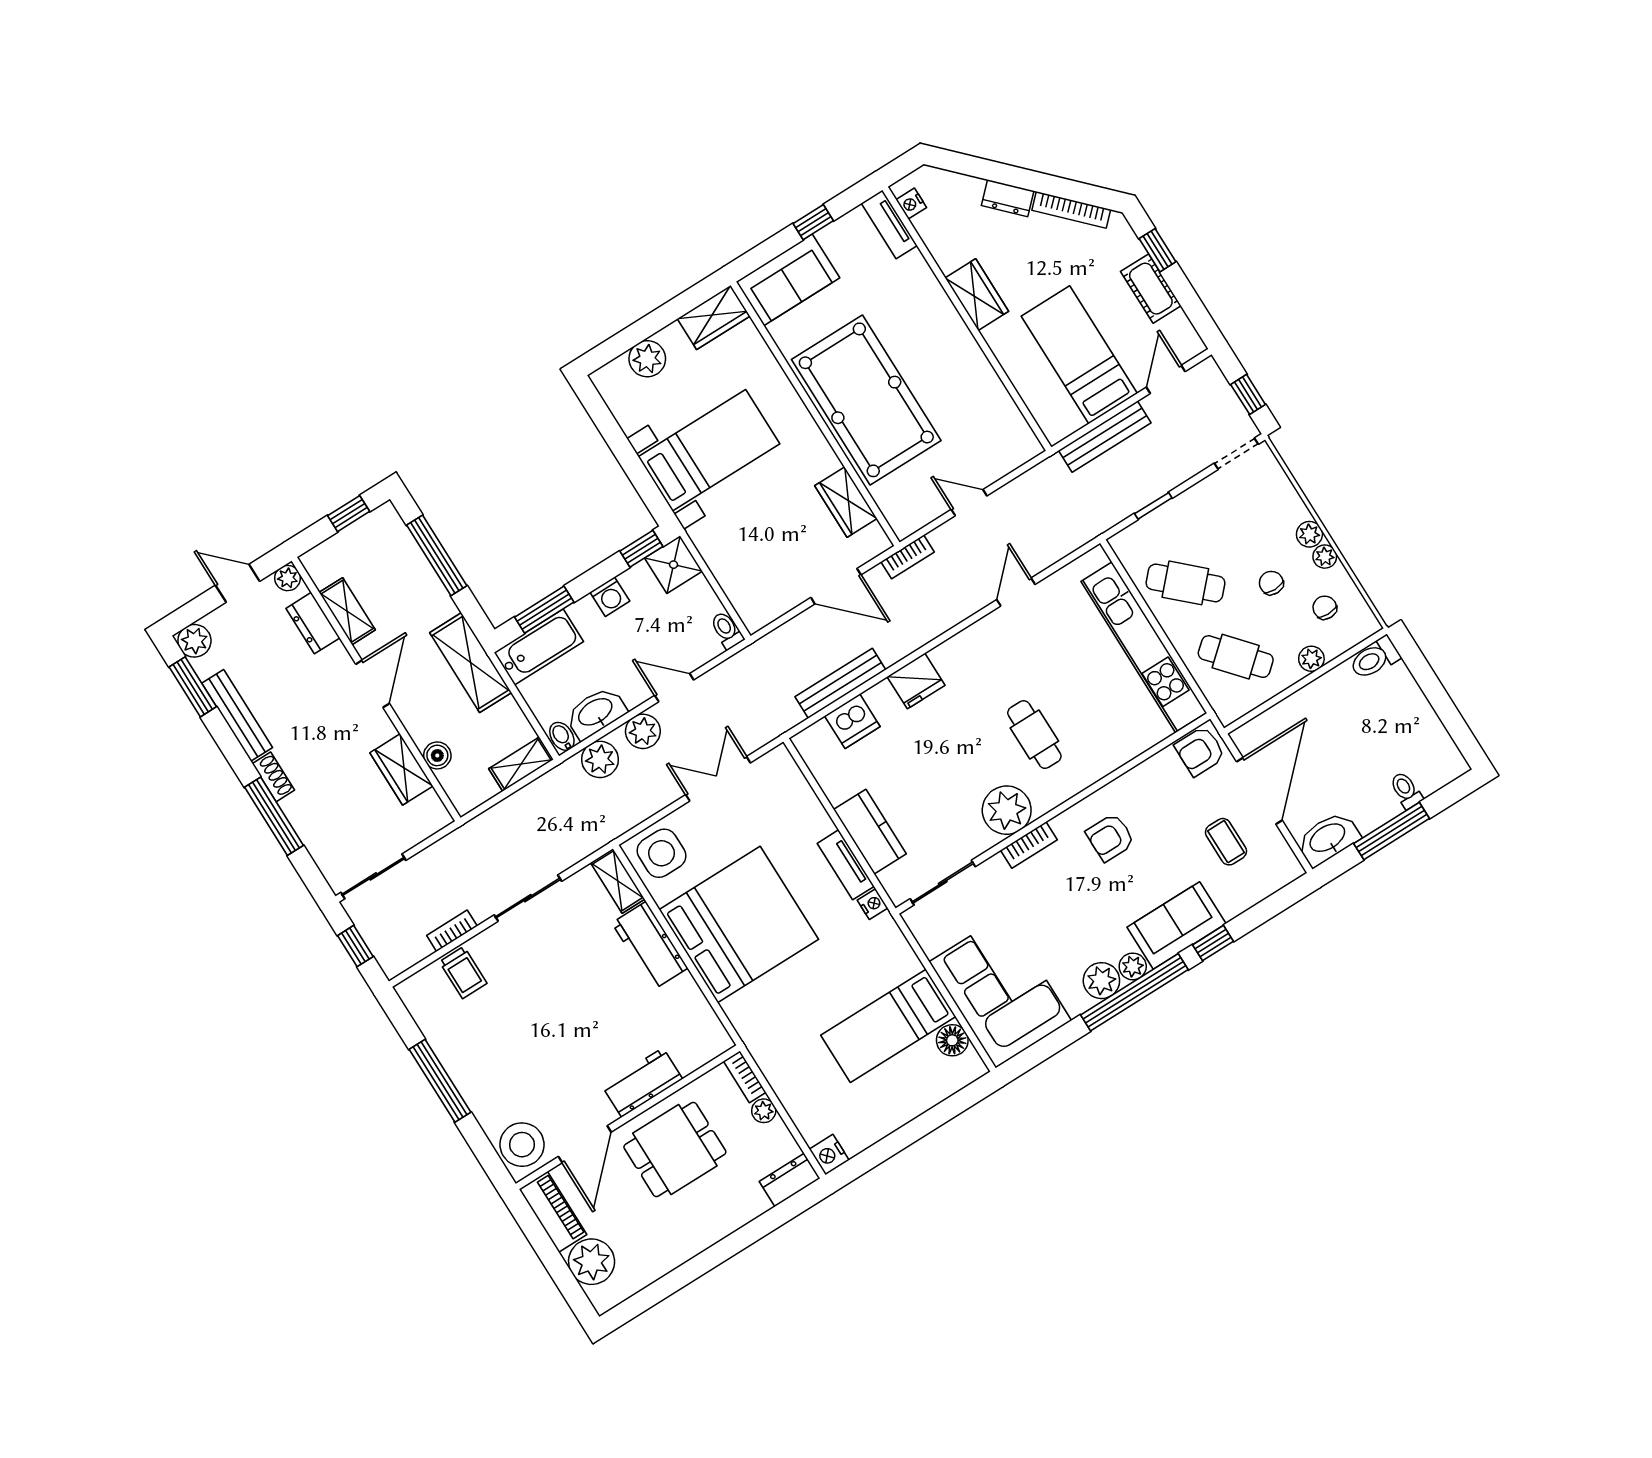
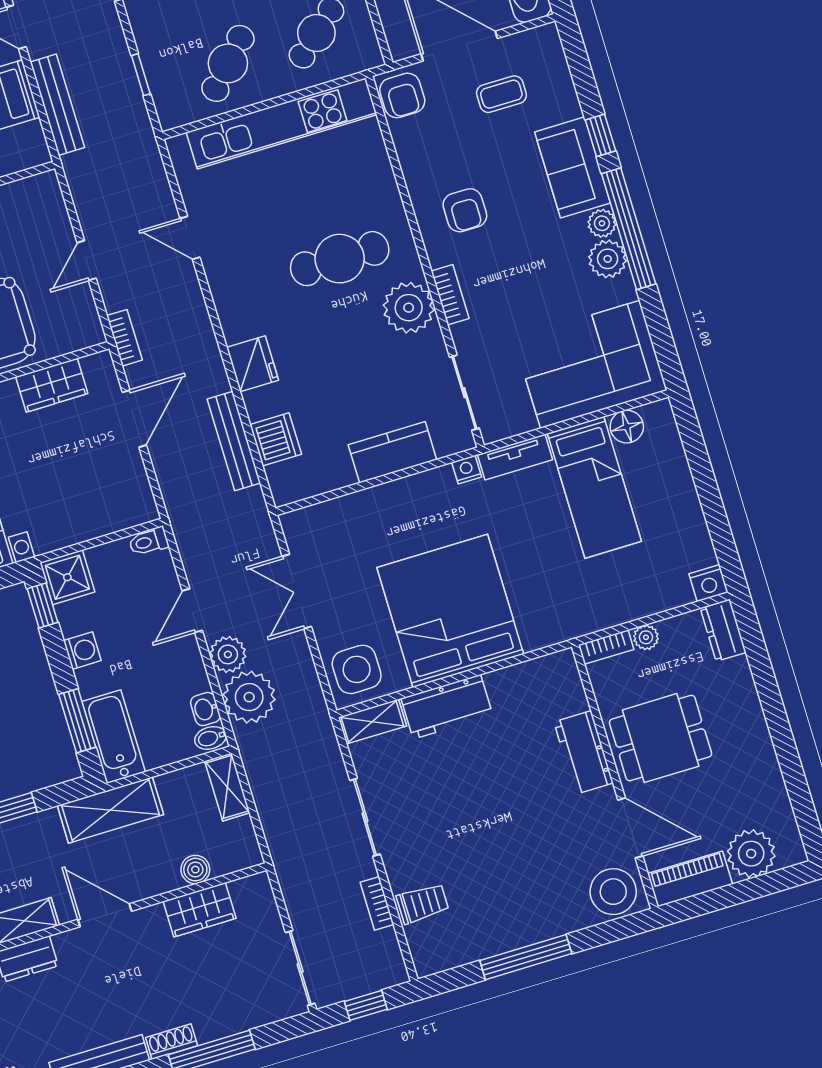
washbasin: (596, 713) -> (205, 709), width x0.52, depth x0.69
cafe table: (1034, 735) -> (340, 259), width x1.37, depth x1.35
plant: (600, 759) -> (249, 697), width x1.36, depth x1.36
tv unit: (846, 865) -> (515, 457), moved
dining table: (675, 1149) -> (661, 738), turned 90

